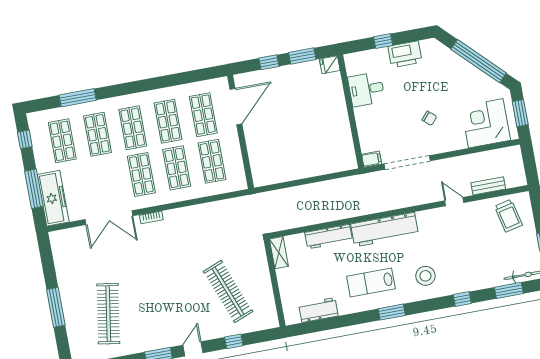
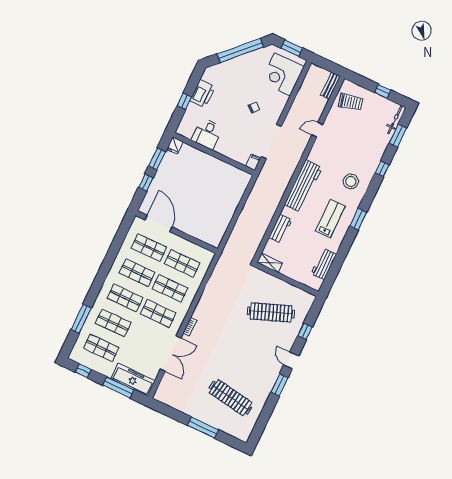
bench: (488, 186) -> (330, 86), moved
workbench: (329, 237) -> (280, 229), width x0.73
lab bench: (371, 282) -> (330, 219), turned 180

